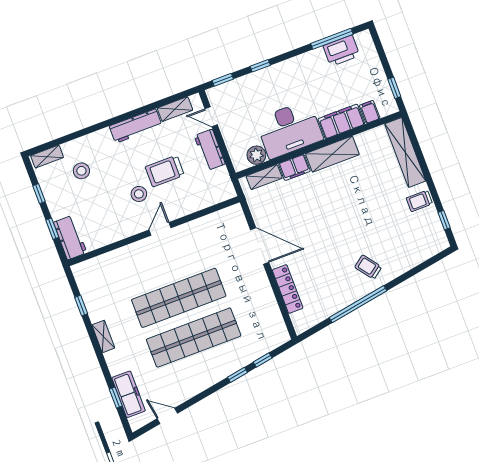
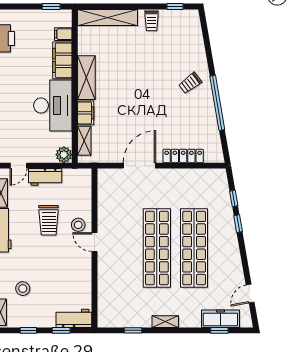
plant: (256, 155) -> (64, 155), moved
stool: (139, 194) -> (78, 225), moved

